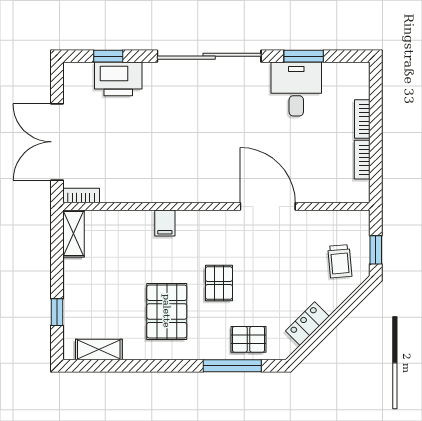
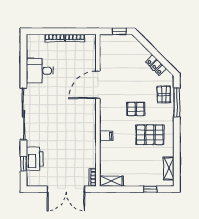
window: (304, 56) -> (24, 67), removed
trolley: (340, 261) -> (125, 49), removed

